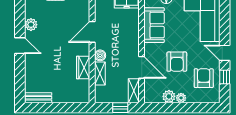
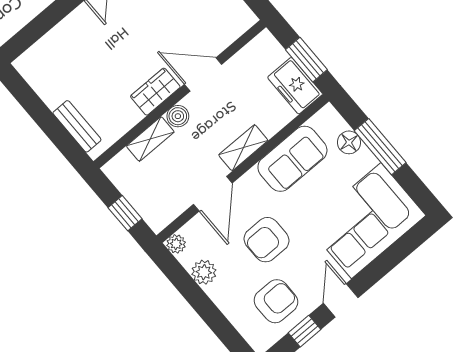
wardrobe: (83, 67) -> (155, 92), moved
shelving: (134, 91) -> (243, 148), moved
bench: (38, 98) -> (77, 126), moved
plant: (181, 98) -> (176, 244), moved

